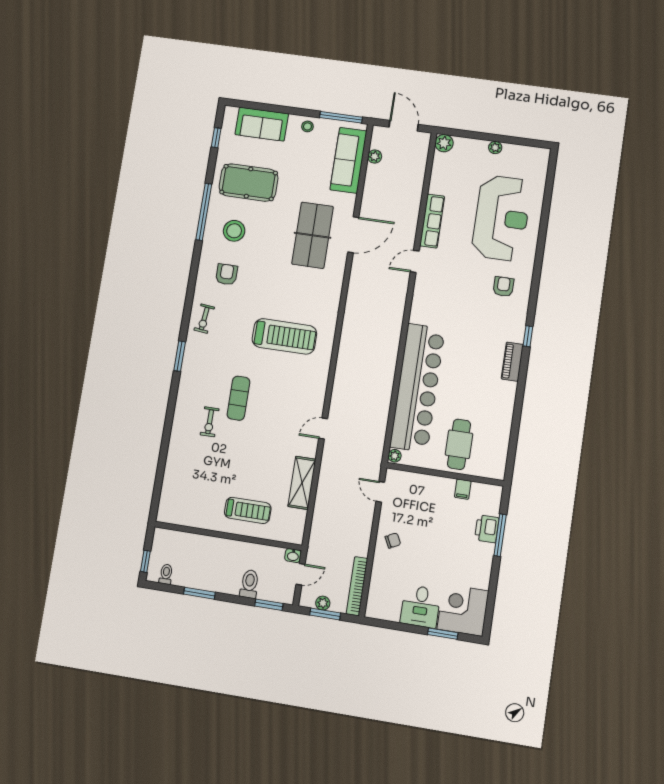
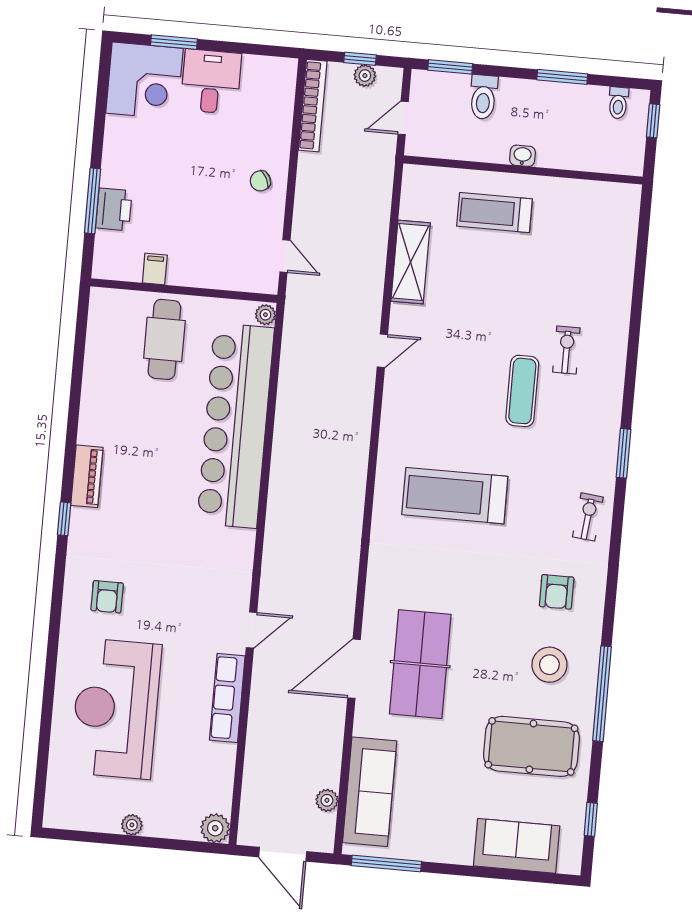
stool: (307, 126) -> (441, 845), removed
washbasin: (293, 556) -> (522, 156), moved
window: (325, 614) -> (360, 59), width x0.67

